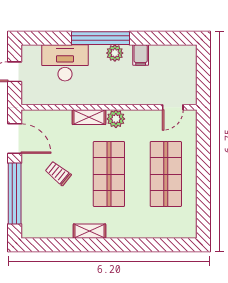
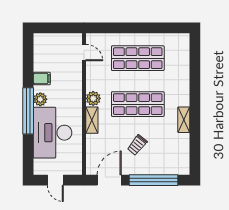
desk: (65, 63) -> (53, 133), width x1.36, depth x1.30

